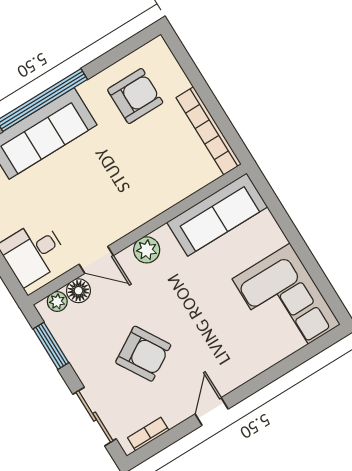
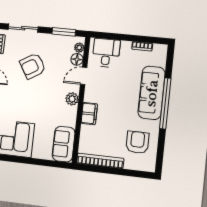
armchair: (135, 96) -> (137, 142), turned 180
filing cabinet: (149, 205) -> (89, 114), added
sofa: (217, 215) -> (64, 144), width x0.73

